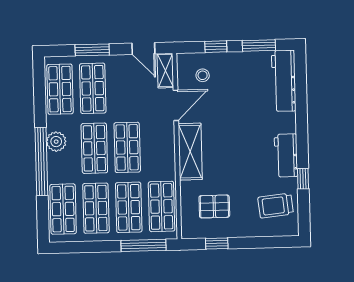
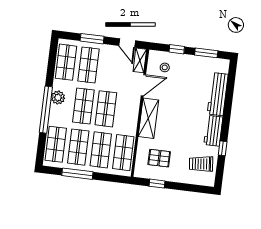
workbench: (284, 81) -> (218, 94), moved
window: (144, 245) -> (77, 174), moved

